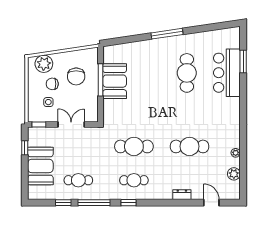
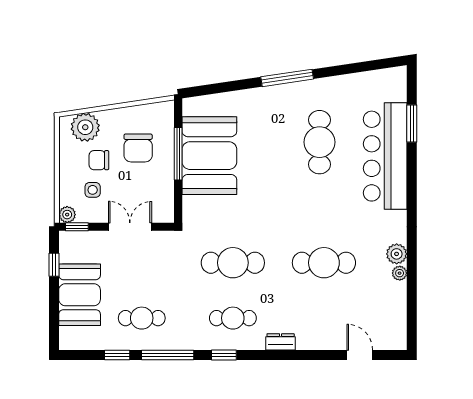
bar counter: (227, 73) -> (385, 156), width x1.36
booth: (115, 81) -> (209, 156), width x1.36, depth x1.42
plant: (33, 117) -> (67, 215), added
plant: (234, 174) -> (397, 254), moved
dresser: (182, 195) -> (281, 342), moved

